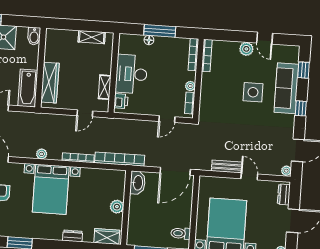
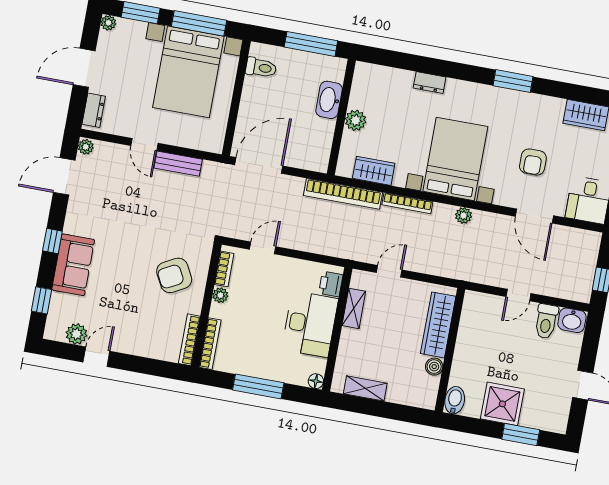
door: (265, 38) -> (96, 357), hinge flipped
floor lamp: (149, 40) -> (316, 381), moved
plant: (246, 49) -> (76, 334), moved
boiler: (49, 56) -> (434, 367), added
bathtub: (28, 88) -> (473, 320), removed
sofa: (286, 88) -> (73, 265), width x0.73
side table: (253, 92) -> (124, 275), removed
armchair: (221, 95) -> (174, 275), added
washbasin: (138, 183) -> (329, 100), moved
wardrobe: (107, 236) -> (374, 171), moved, turned 180

